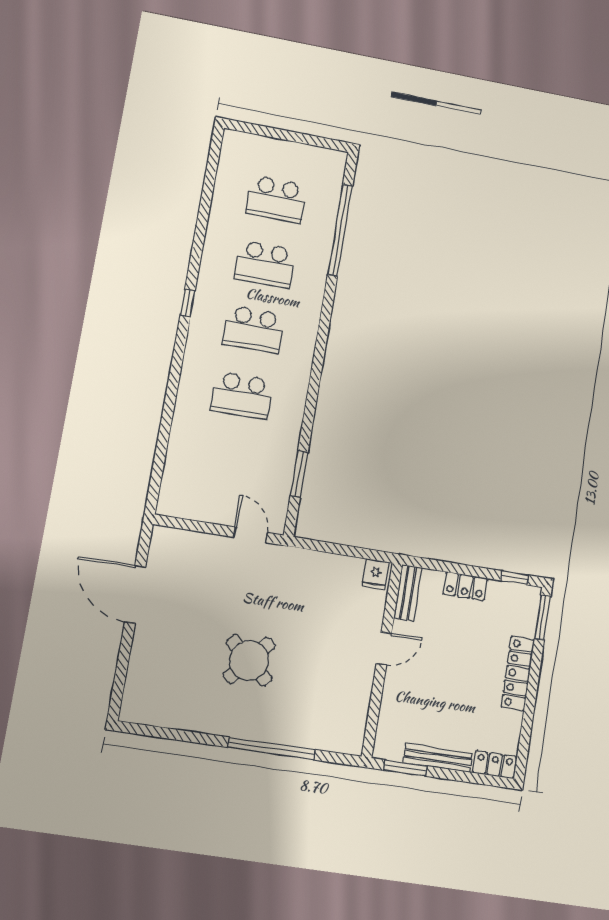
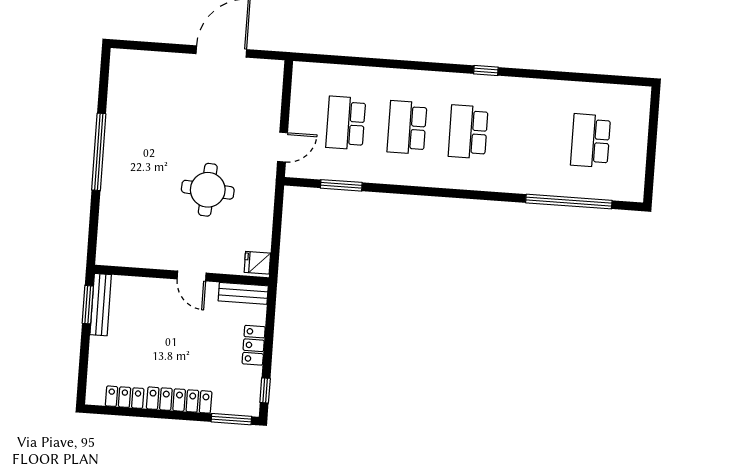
school desk: (265, 264) -> (346, 123), moved
round table: (249, 660) -> (208, 190), moved, turned -37
window: (272, 749) -> (99, 152), moved
bench: (438, 758) -> (101, 305), moved
locker: (495, 765) -> (125, 397), moved, turned -90

